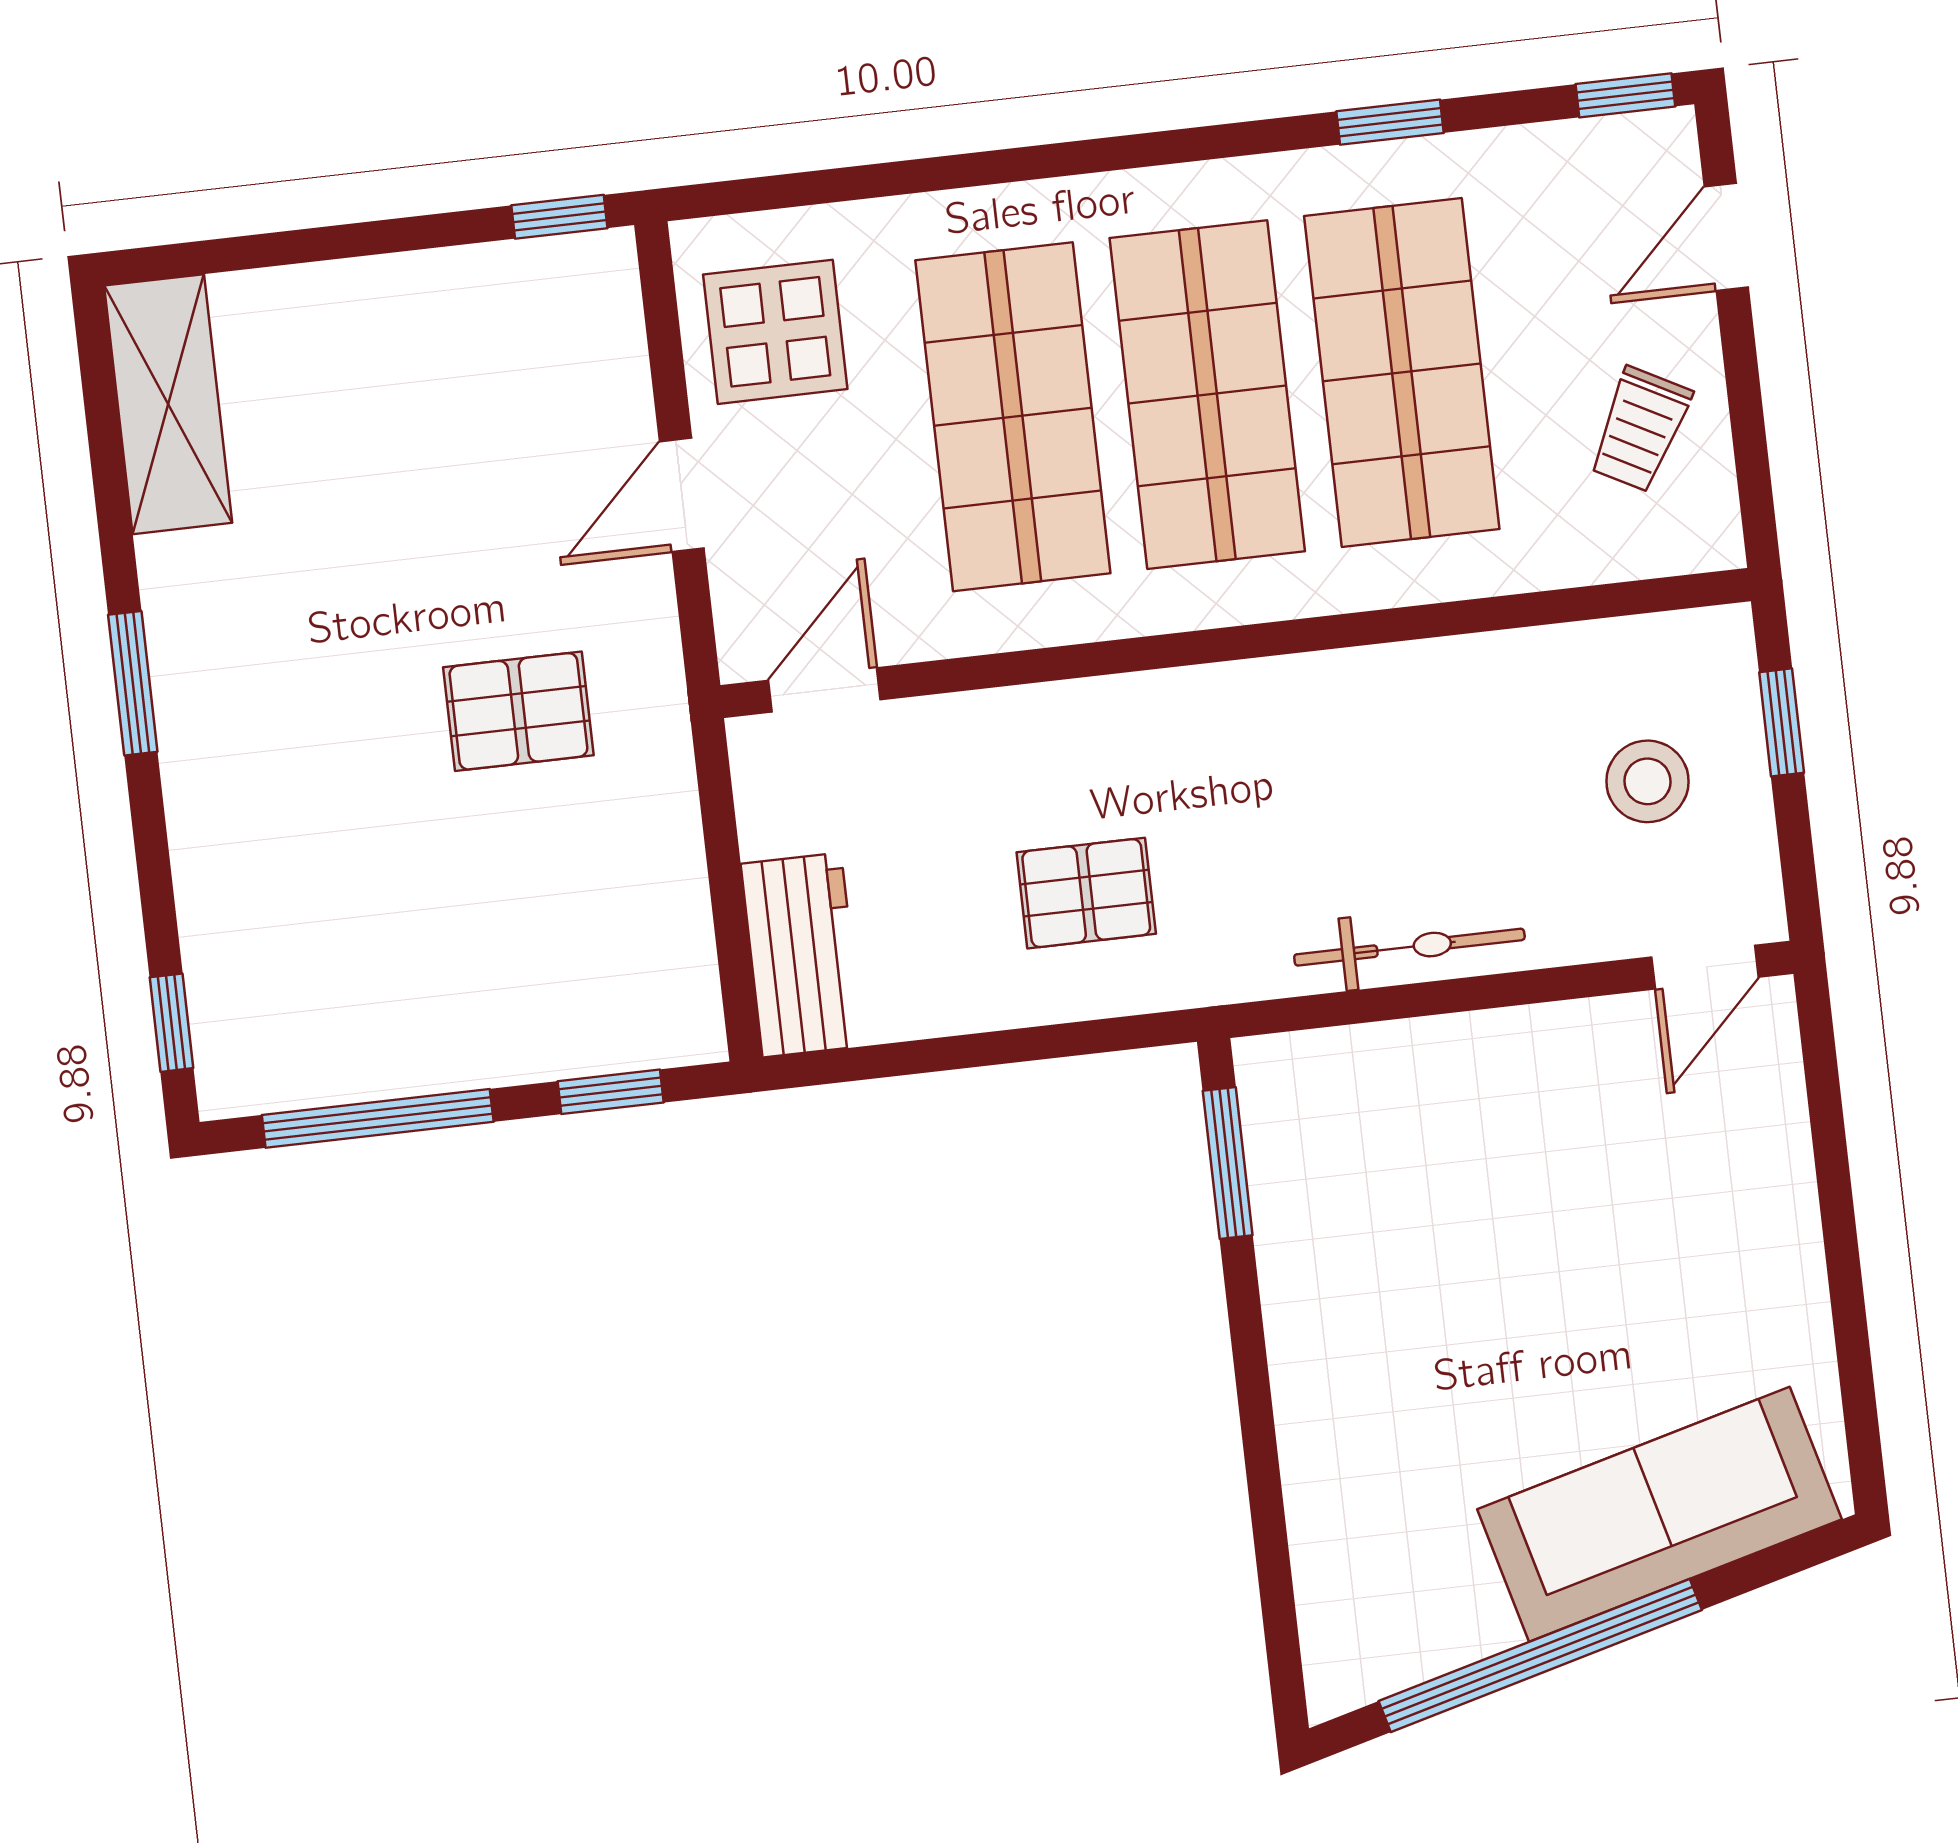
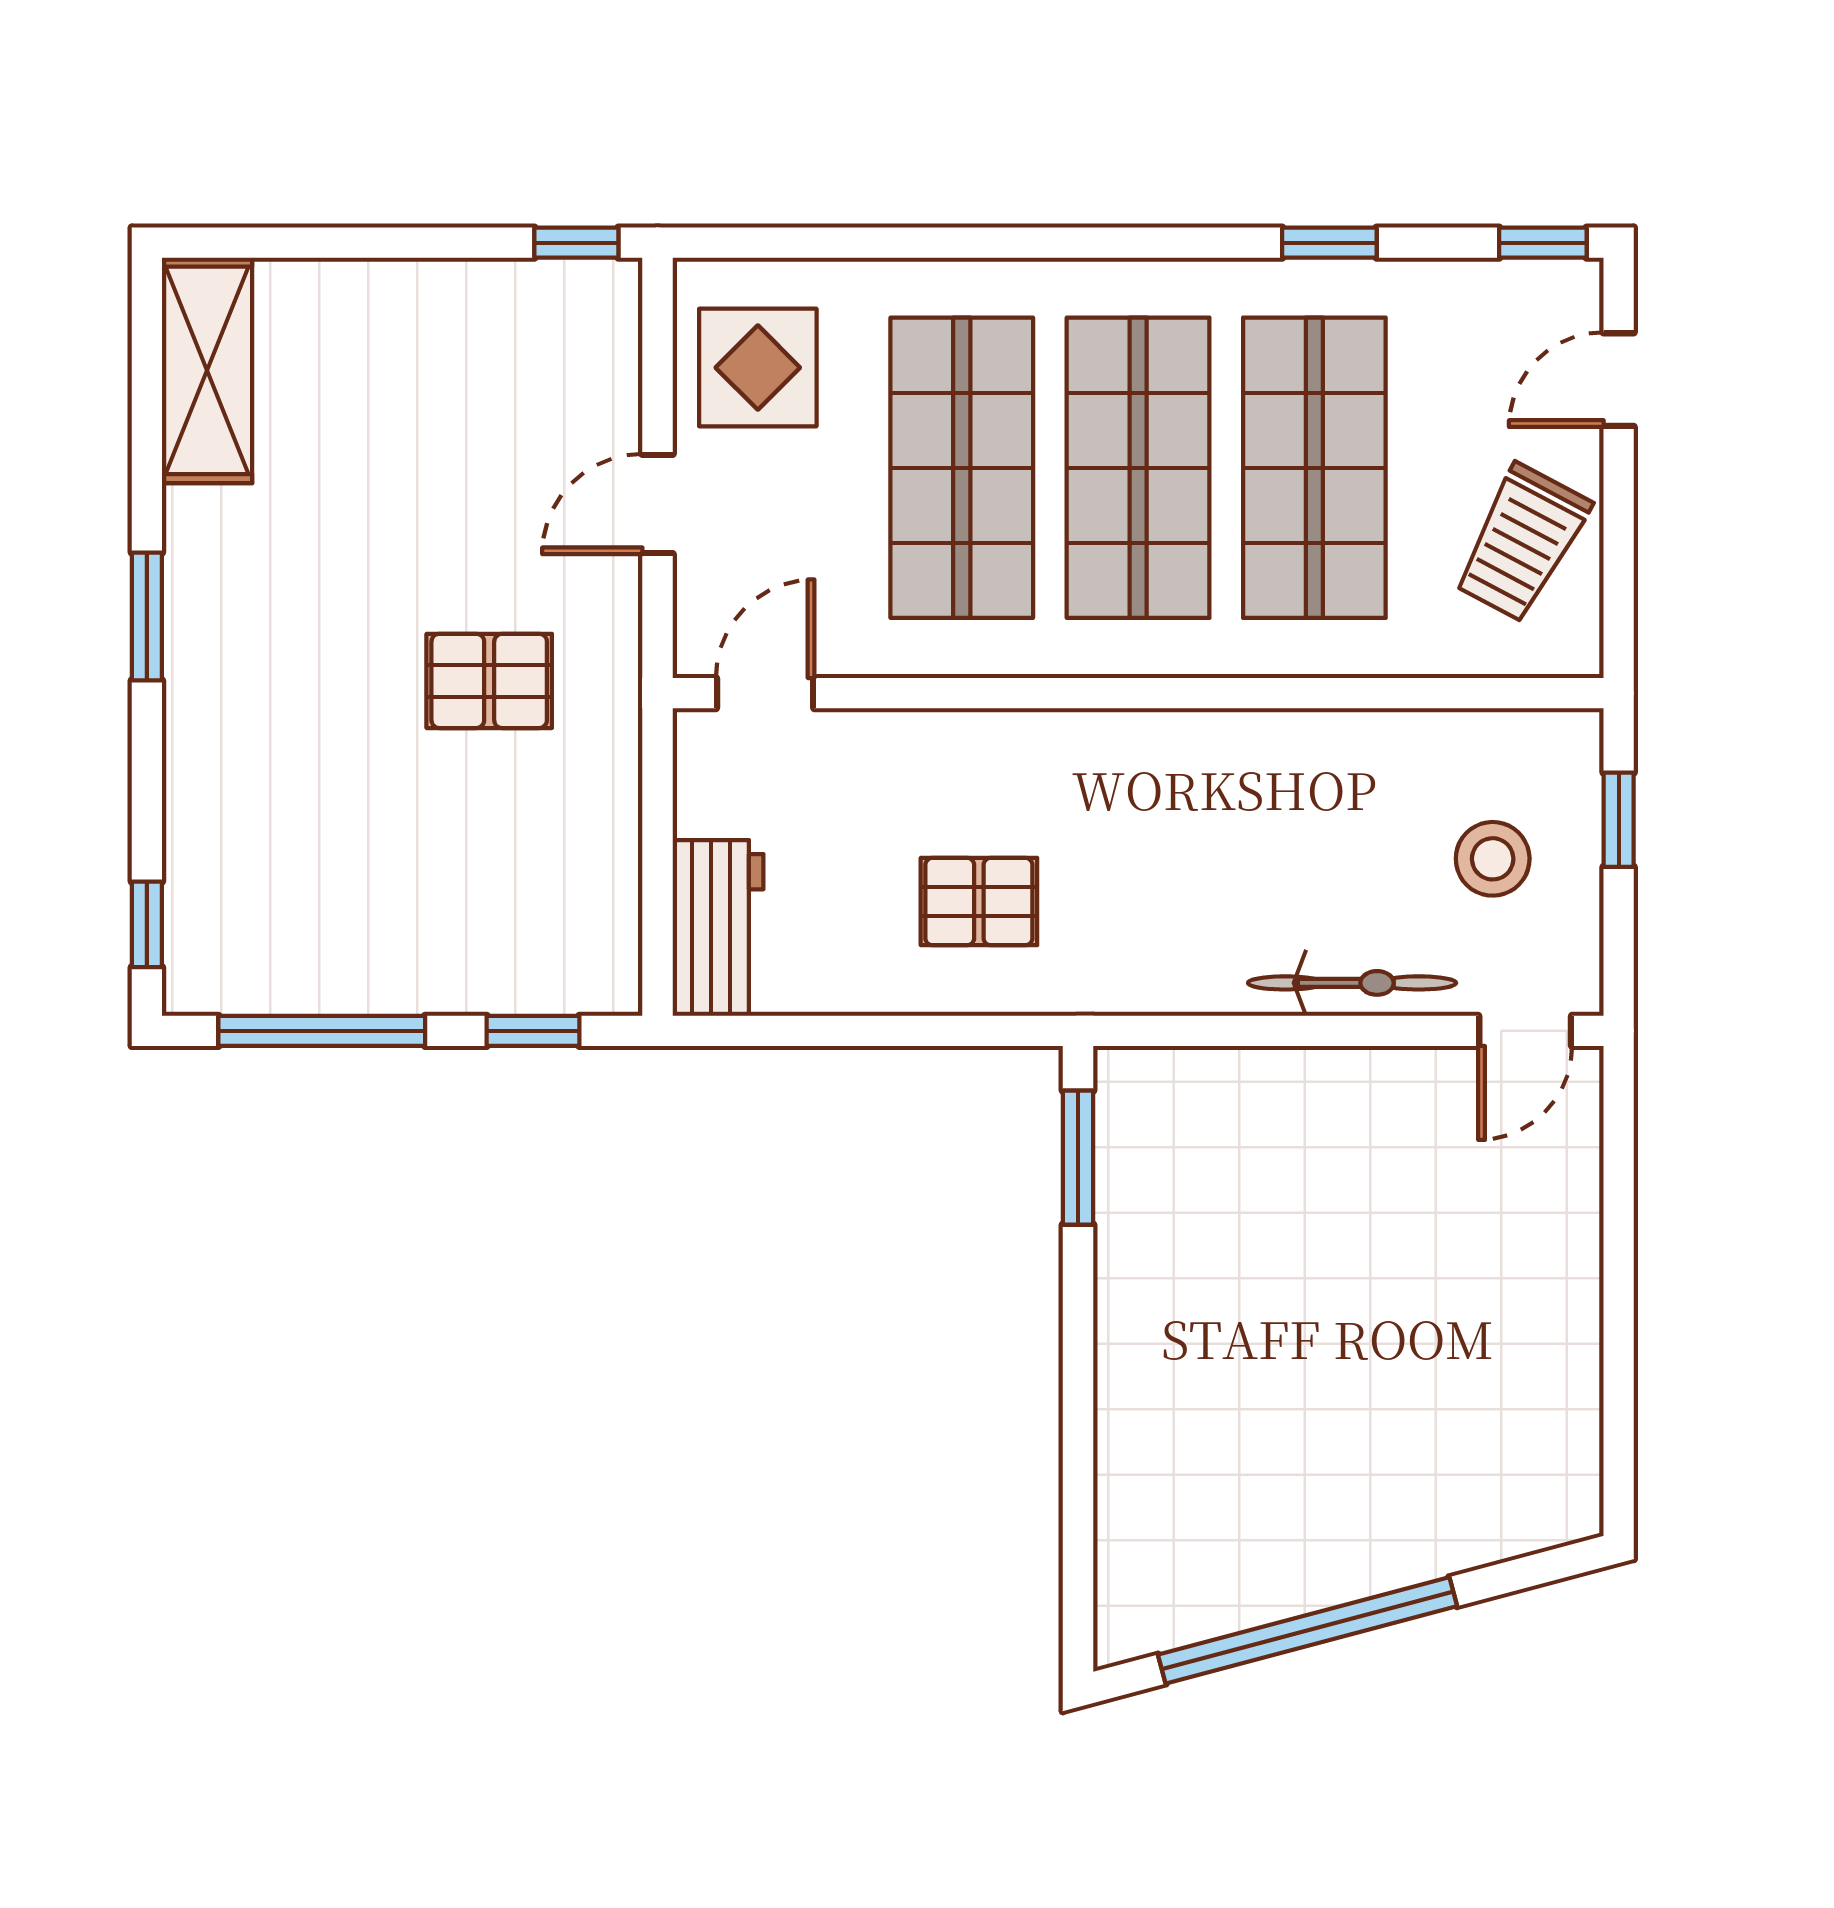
trolley: (1640, 429) -> (1522, 543), width x1.36, depth x1.39
bicycle: (1409, 947) -> (1352, 983), moved
sofa: (1659, 1514) -> (1429, 1516), removed

